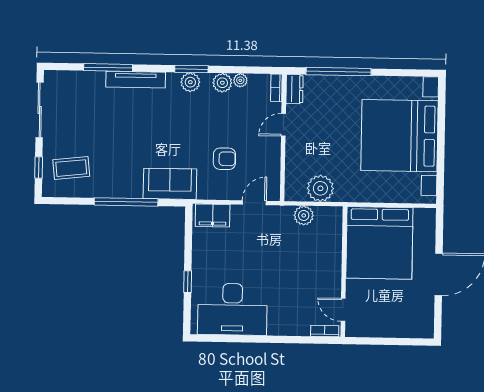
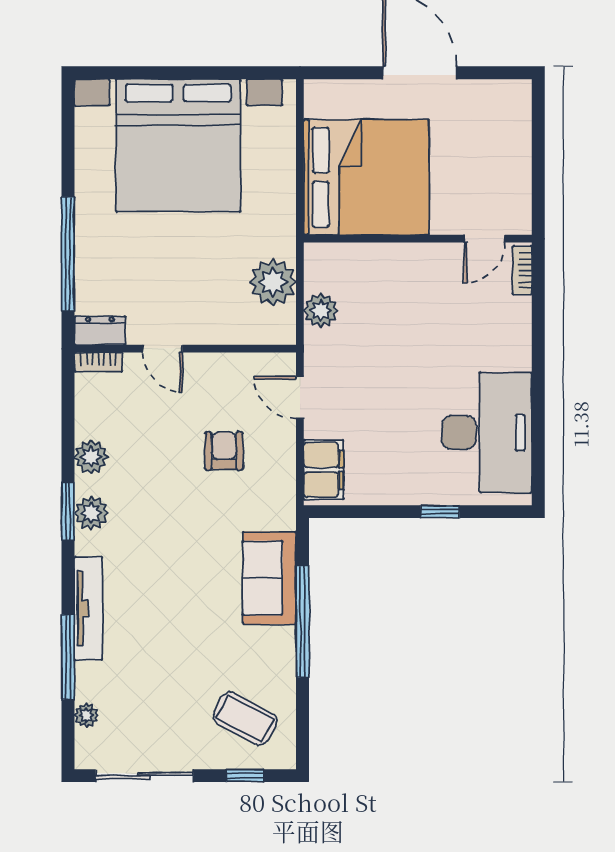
plant: (240, 80) -> (86, 715), moved
coffee table: (71, 168) -> (245, 719), turned -56
sofa: (170, 184) -> (269, 578), moved

